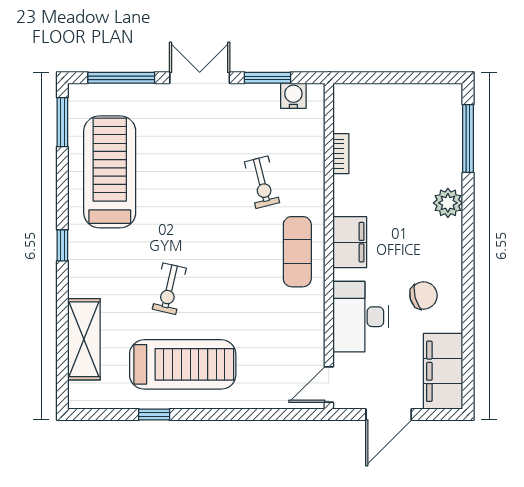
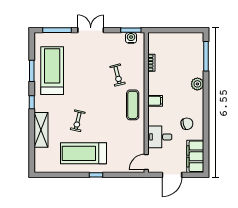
window: (267, 78) -> (131, 30), moved
window: (62, 122) -> (32, 71), moved
filing cabinet: (350, 242) -> (155, 101), width x0.50
desk: (360, 317) -> (160, 137), width x0.73
shelving: (84, 339) -> (41, 130), moved
treadmill: (183, 364) -> (83, 153), turned 180
window: (154, 414) -> (96, 175), moved

